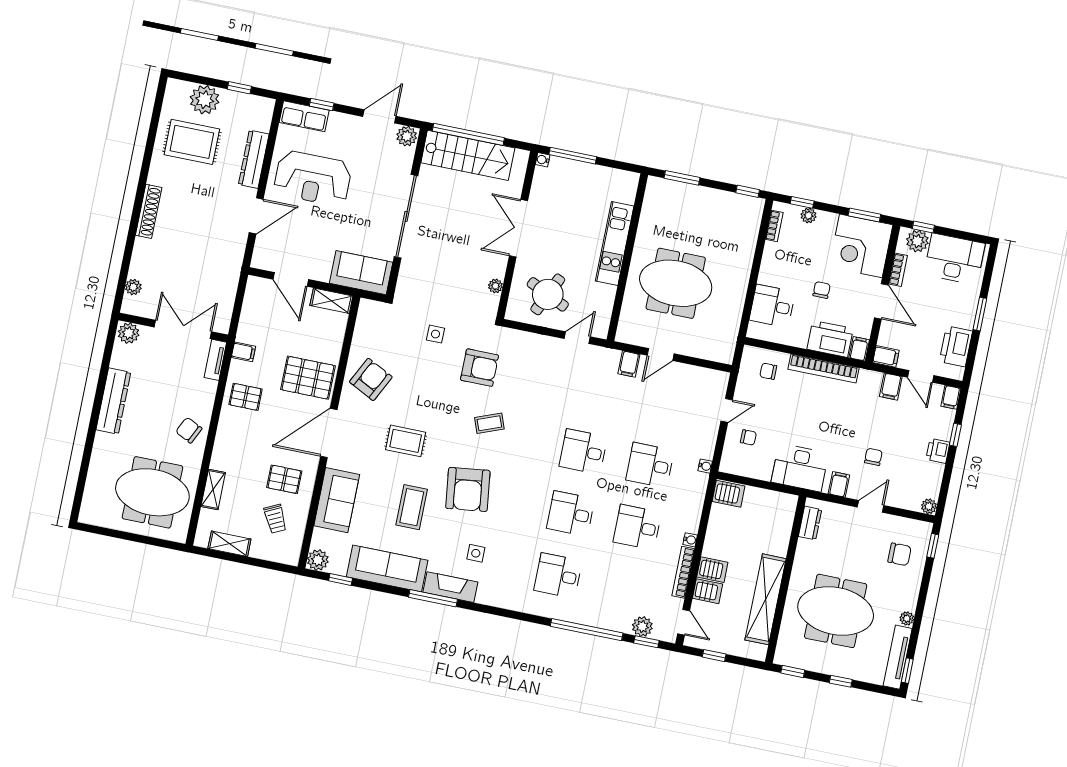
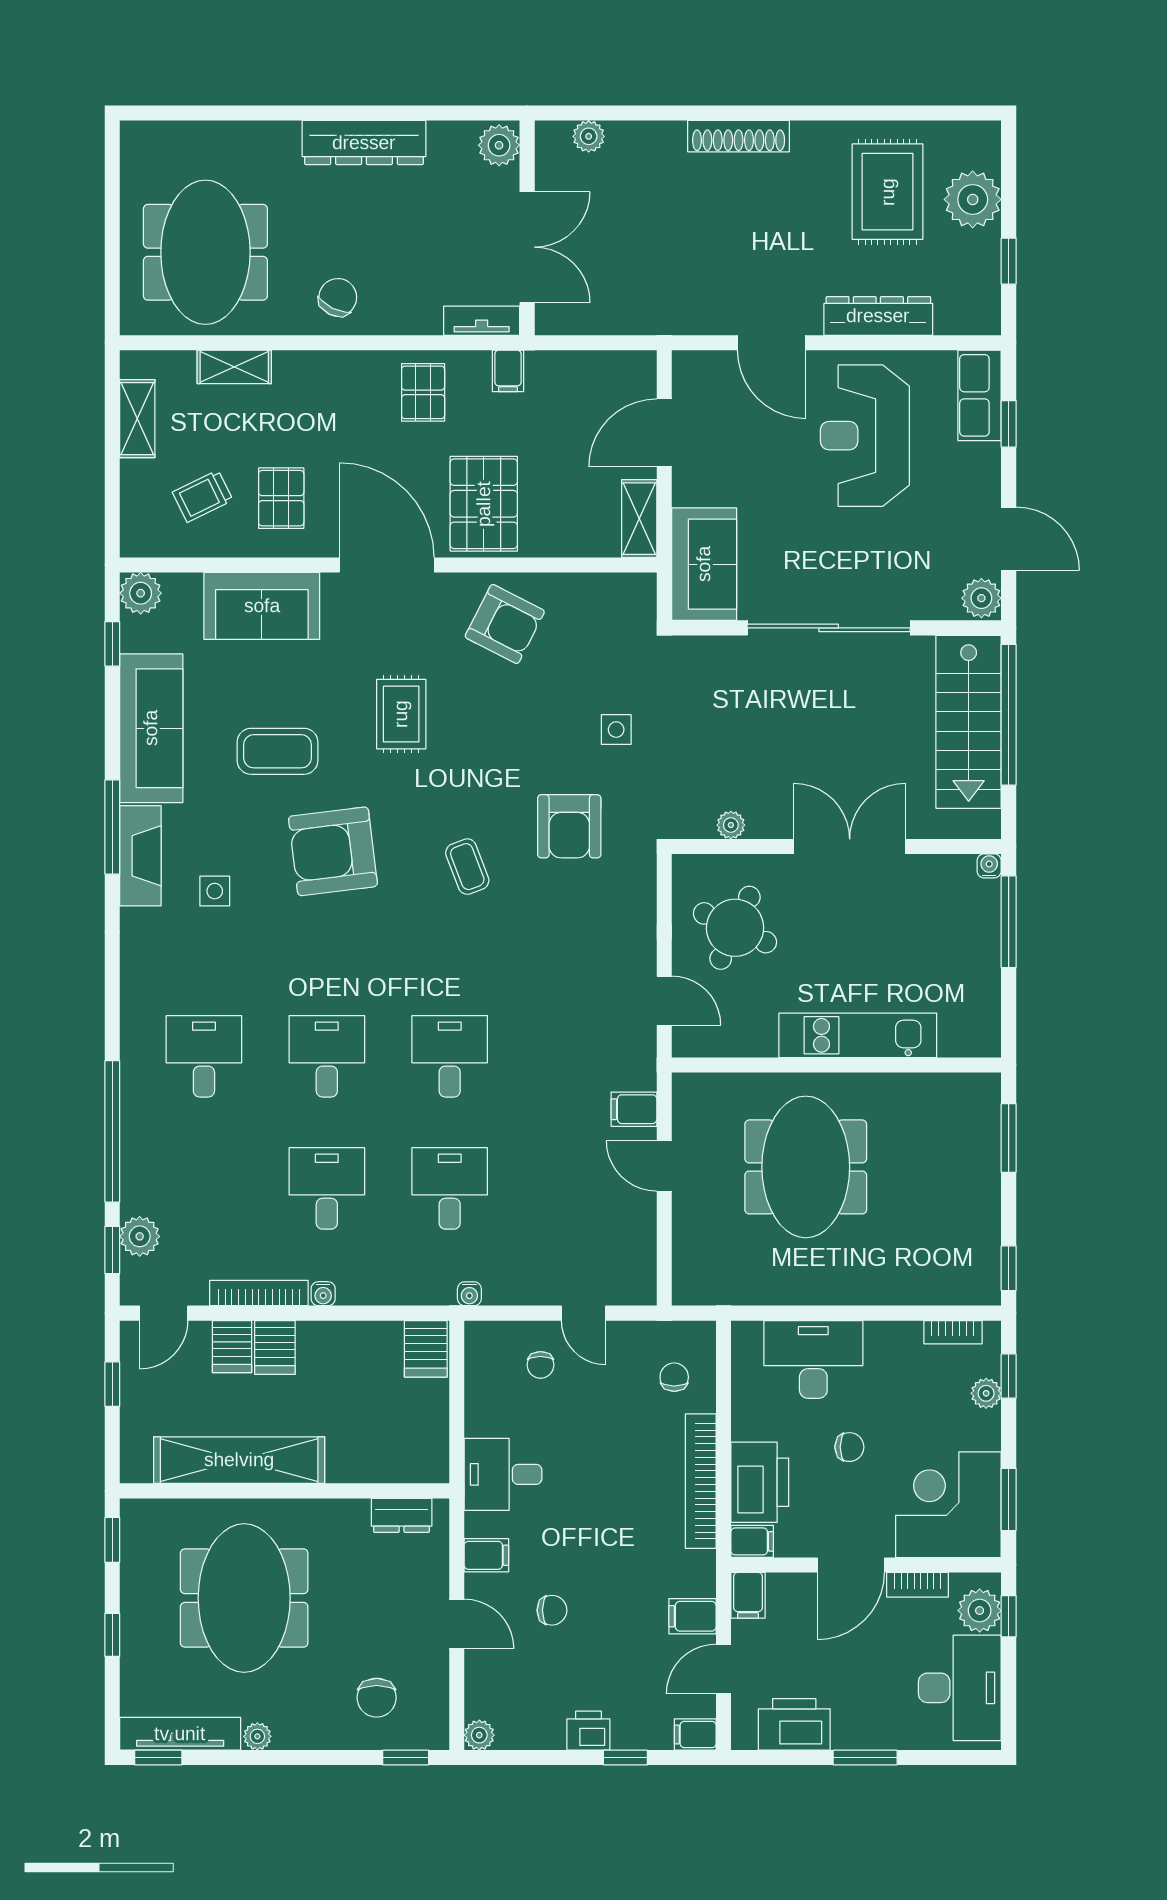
desk: (772, 306) -> (813, 1359), width x1.37
desk: (800, 468) -> (503, 1474), width x0.73

